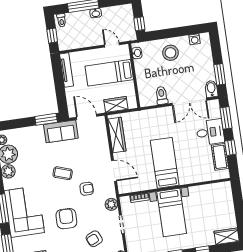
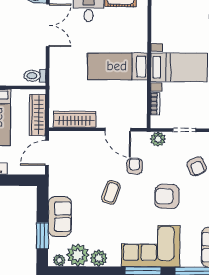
toilet: (162, 95) -> (35, 76), moved
wardrobe: (116, 104) -> (37, 115), width x1.50
window: (46, 119) -> (42, 236), moved
sofa: (61, 131) -> (60, 217), moved
door: (114, 171) -> (118, 130), swing flipped

